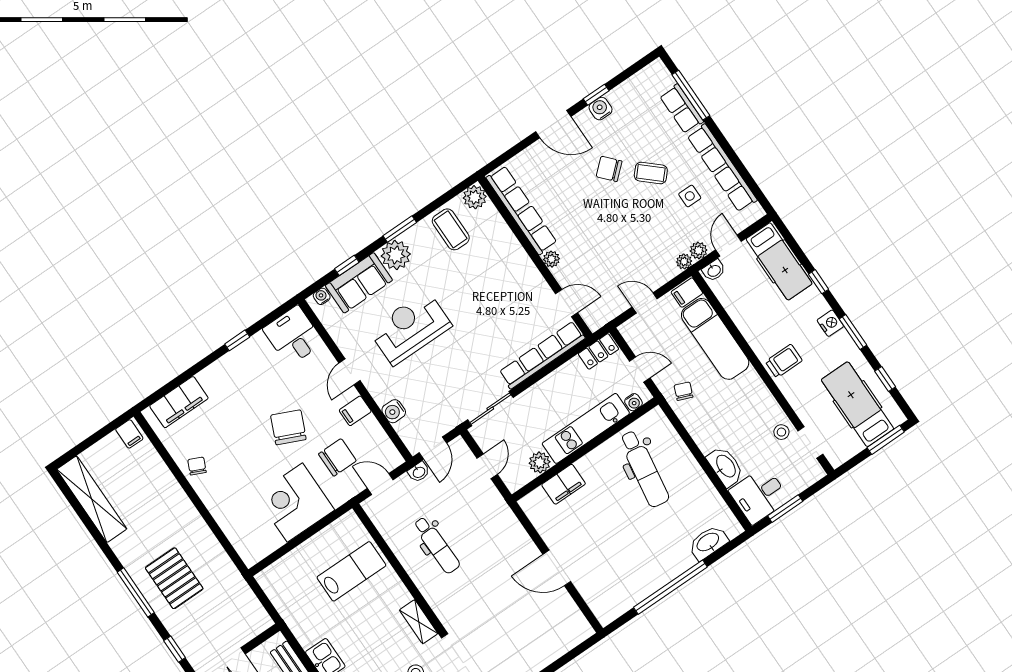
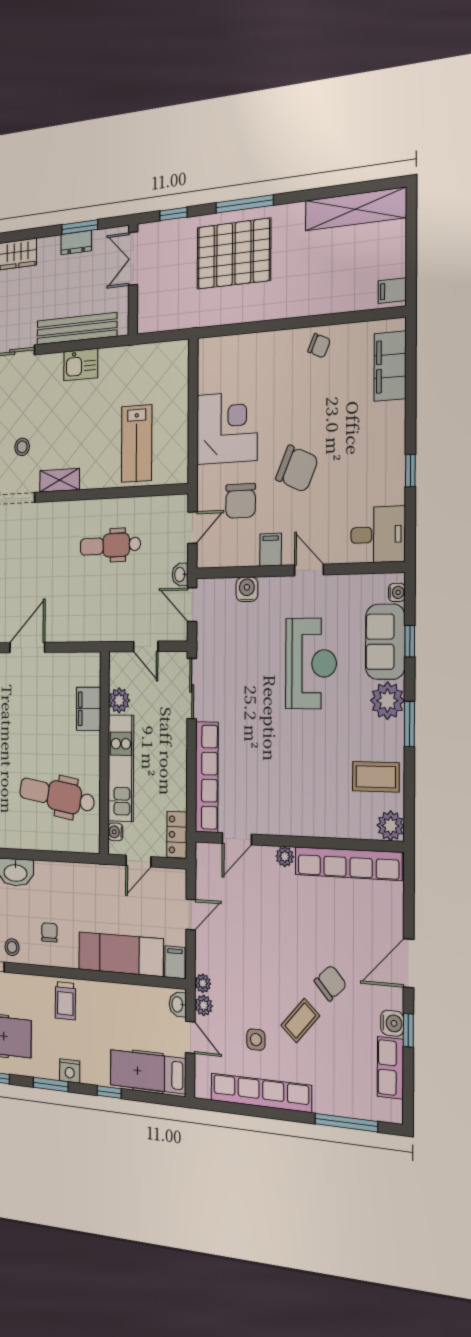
row of seats: (682, 109) -> (390, 1068), moved, turned -90
chair: (683, 391) -> (49, 932), moved, turned -112
pallet: (174, 578) -> (234, 254), width x1.37, depth x1.41

